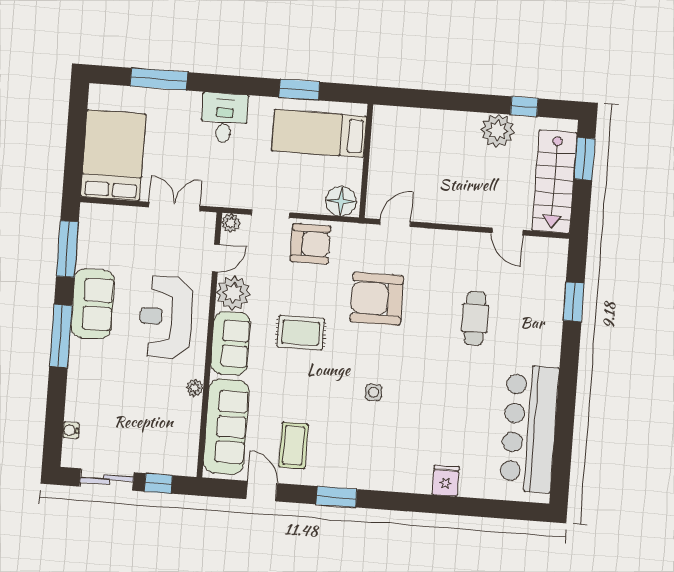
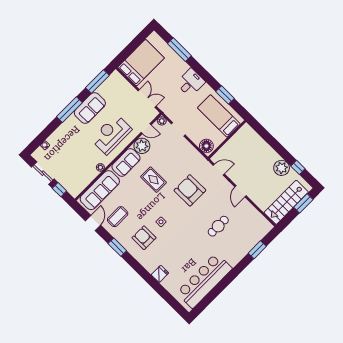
door: (507, 231) -> (240, 191), moved
armchair: (311, 244) -> (144, 238), moved, turned 180

